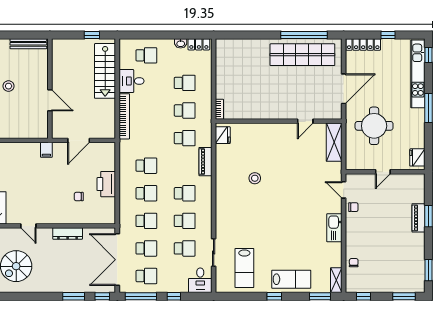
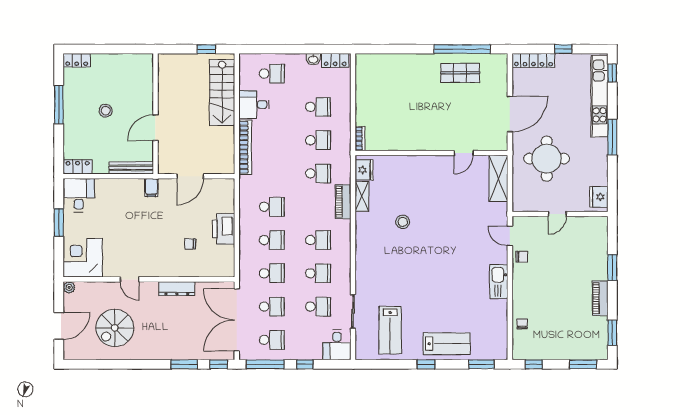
bench: (28, 44) -> (131, 168), moved
shop shelf: (302, 55) -> (460, 73), width x0.50, depth x0.74
door: (50, 100) -> (155, 128), swing flipped
piano: (419, 218) -> (600, 298), moved
shelving: (336, 280) -> (362, 196), moved

